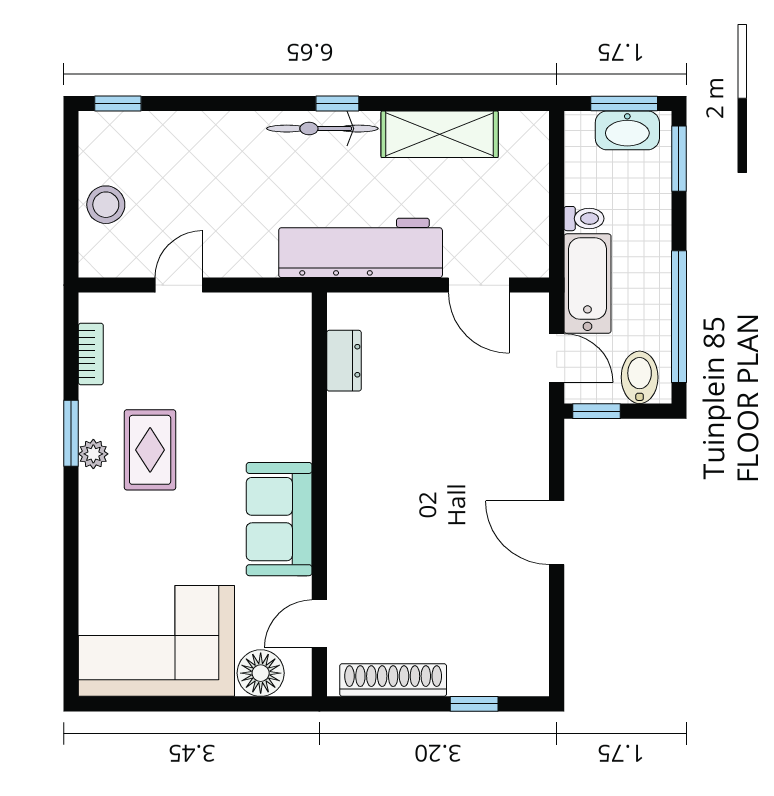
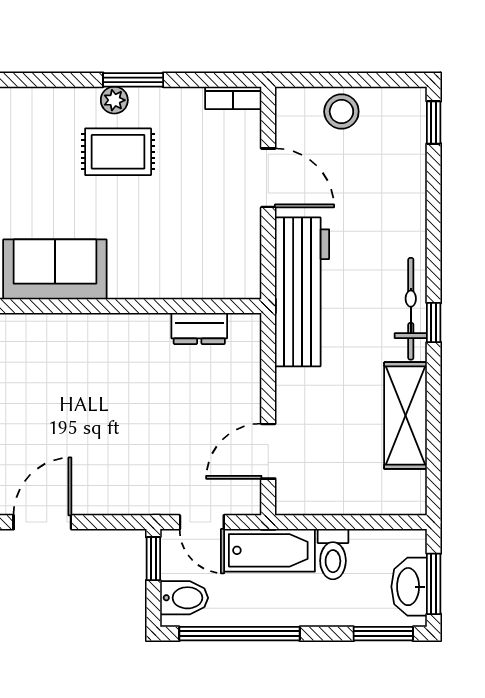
toilet: (584, 219) -> (333, 554), width x1.37, depth x1.39
workbench: (361, 248) -> (302, 292), moved
door: (179, 285) -> (268, 178), width x1.38
bookcase: (91, 354) -> (233, 98), moved
door: (557, 358) -> (202, 522), hinge flipped

